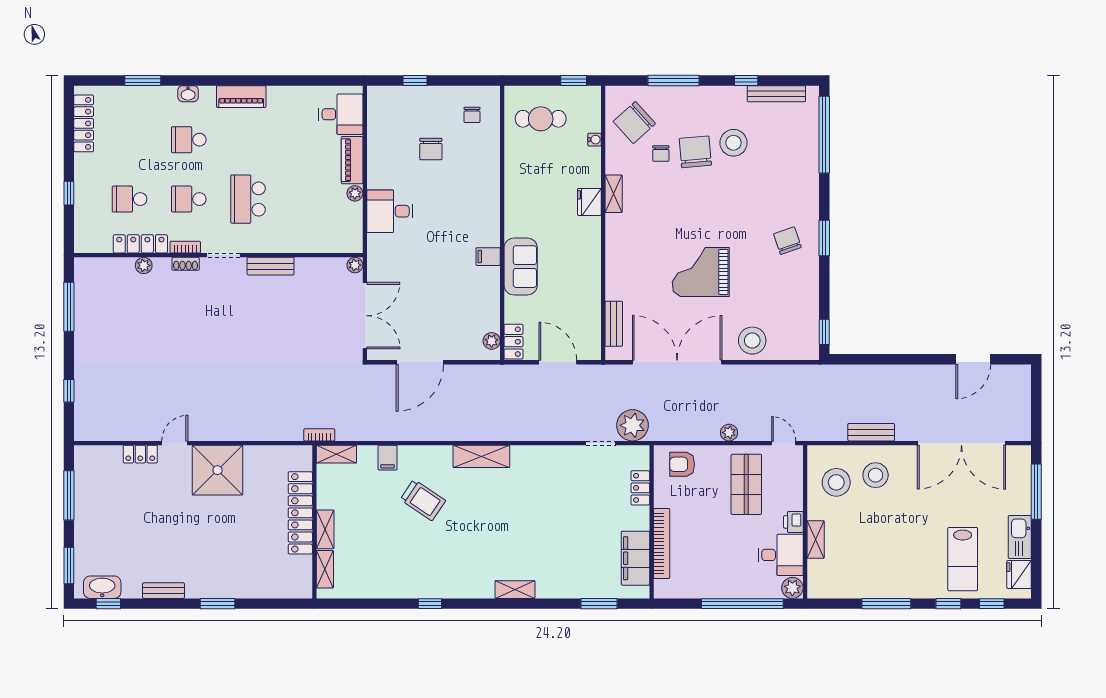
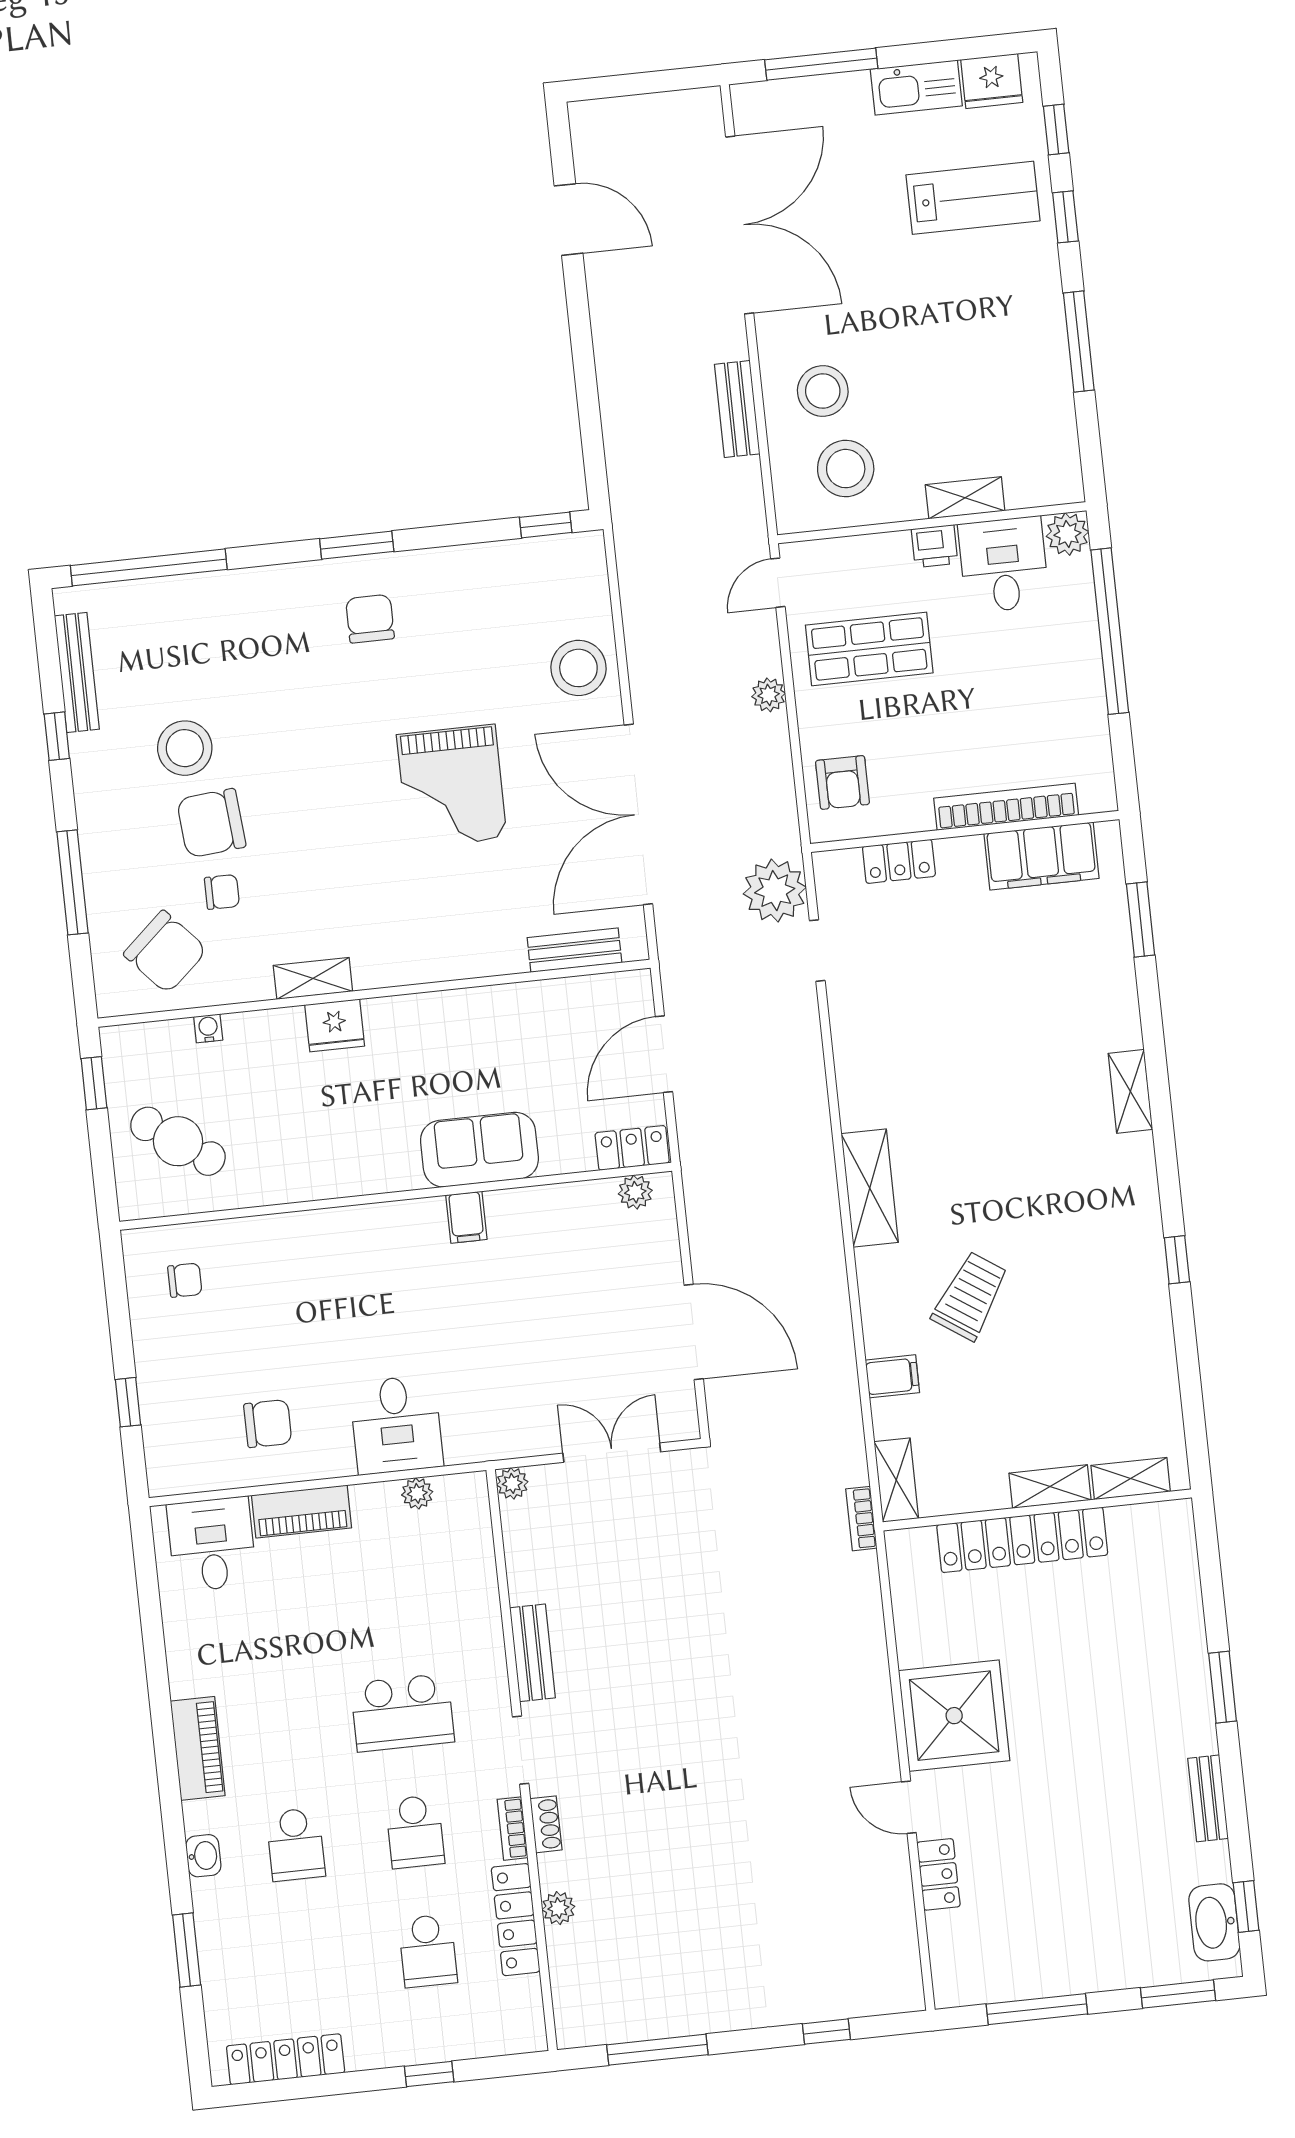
cafe table: (541, 119) -> (178, 1141), turned -55
chair: (431, 149) -> (268, 1424), moved
plant: (355, 193) -> (417, 1493), moved
chair: (787, 241) -> (370, 619), turned 109
double door: (365, 316) -> (612, 1453), width x0.73

